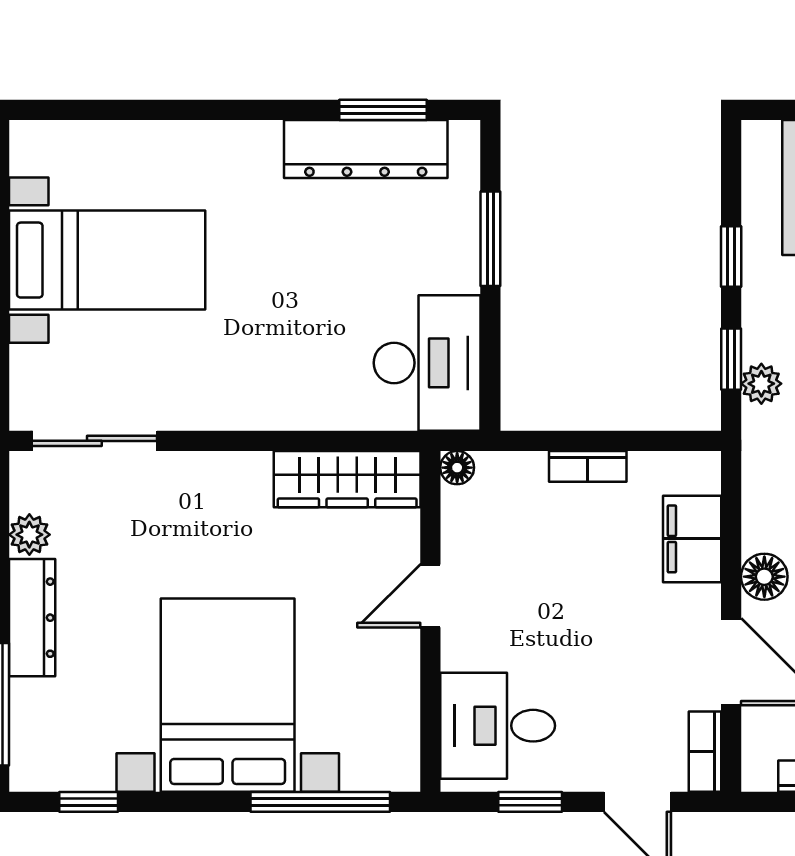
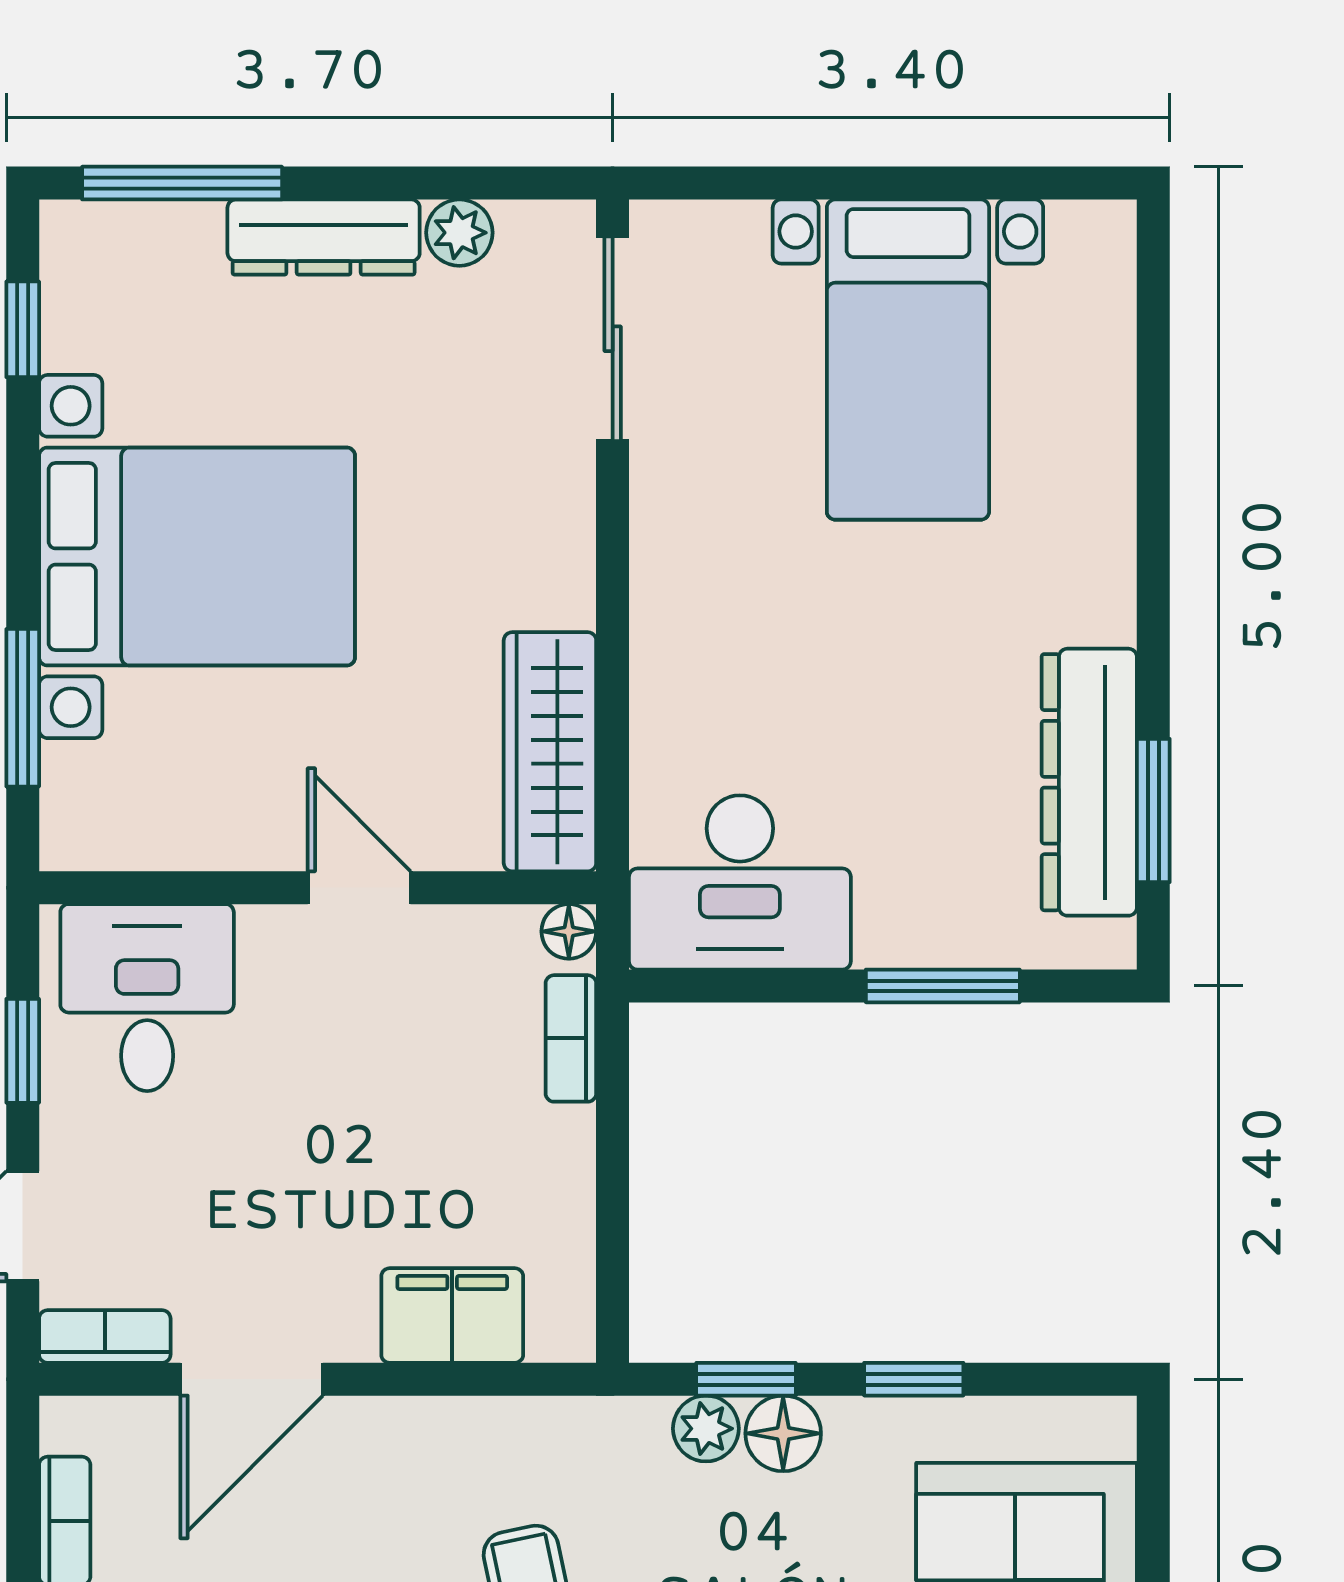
bookcase: (588, 466) -> (571, 1038), moved
floor lamp: (764, 577) -> (783, 1433), moved
window: (320, 802) -> (23, 708), width x0.69

